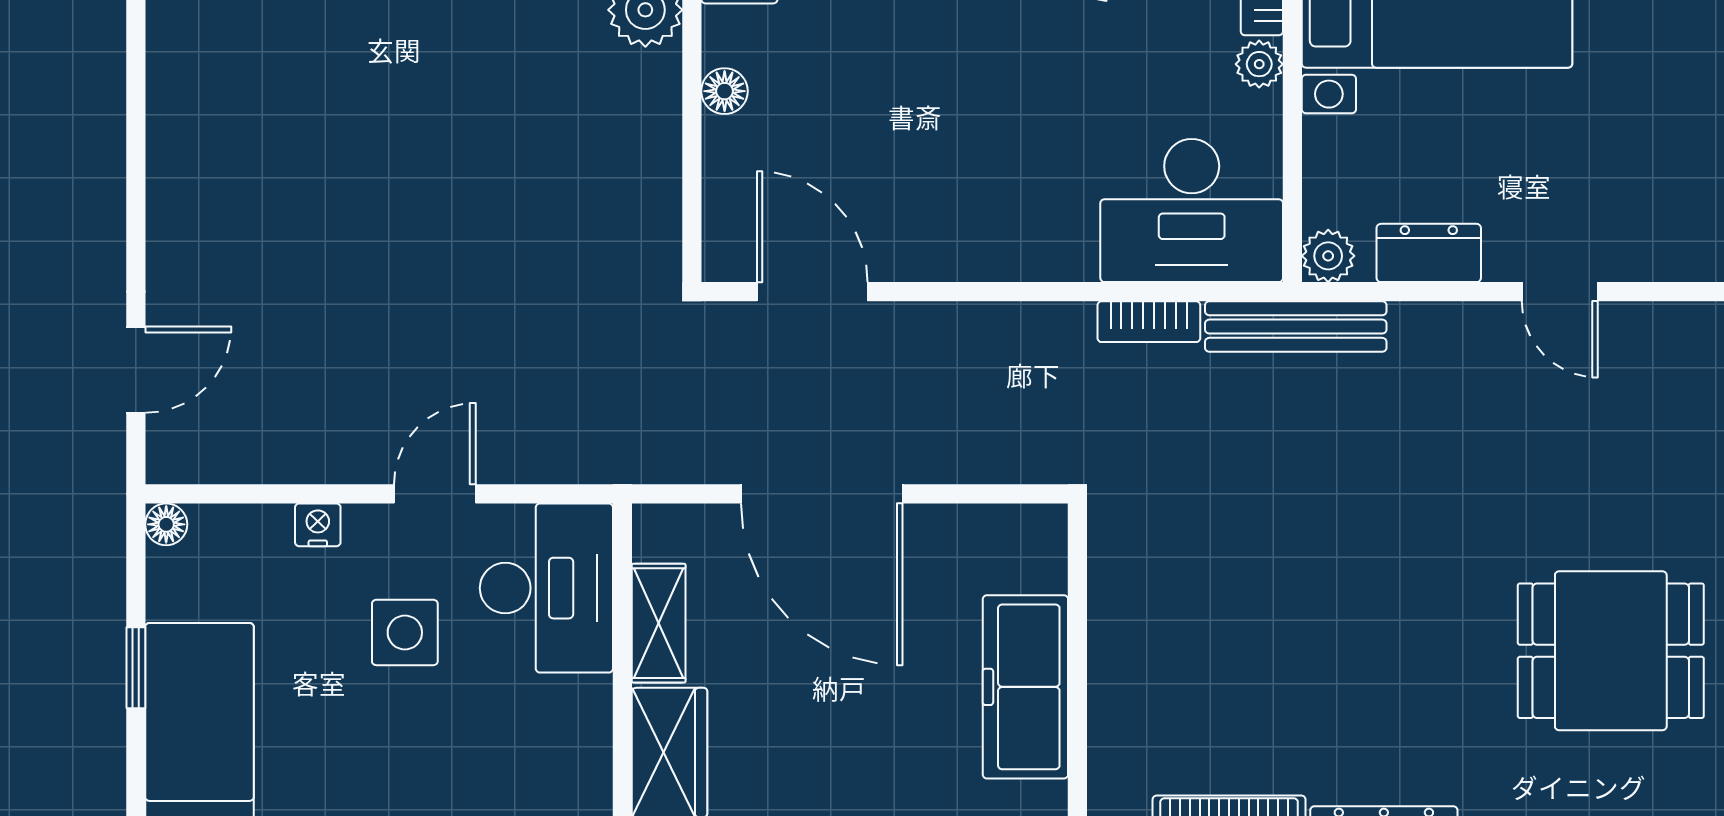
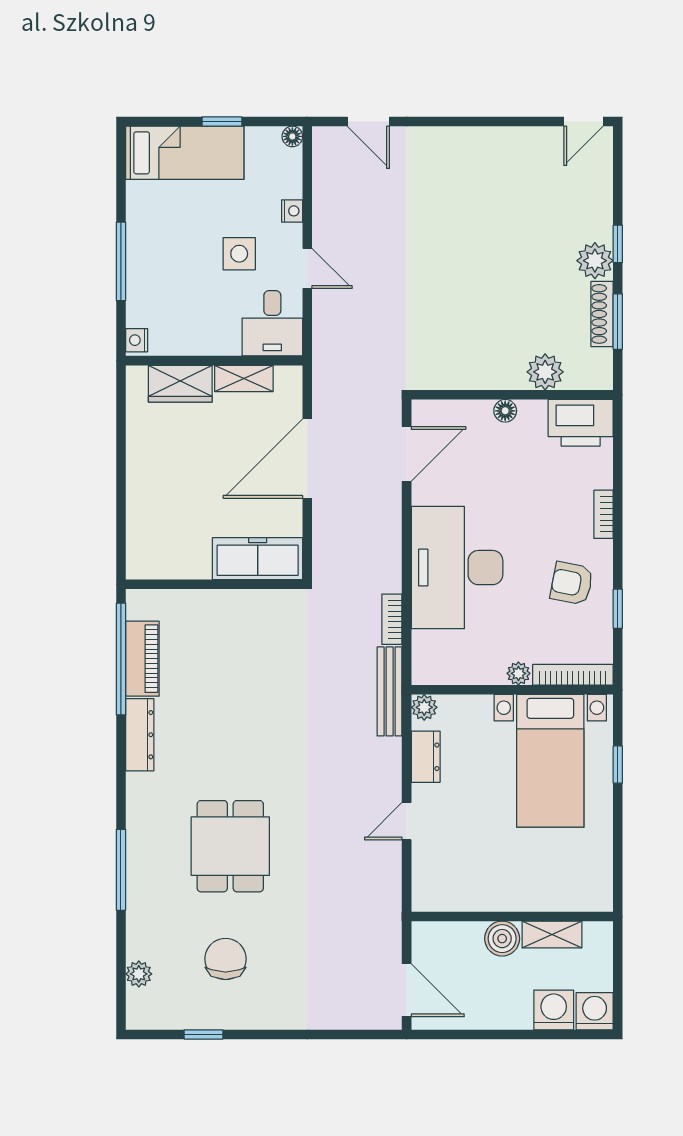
desk: (1192, 211) -> (457, 568), moved, width x1.36, depth x1.30
desk: (546, 588) -> (272, 323), width x0.73
freezer: (1025, 687) -> (258, 559), moved

